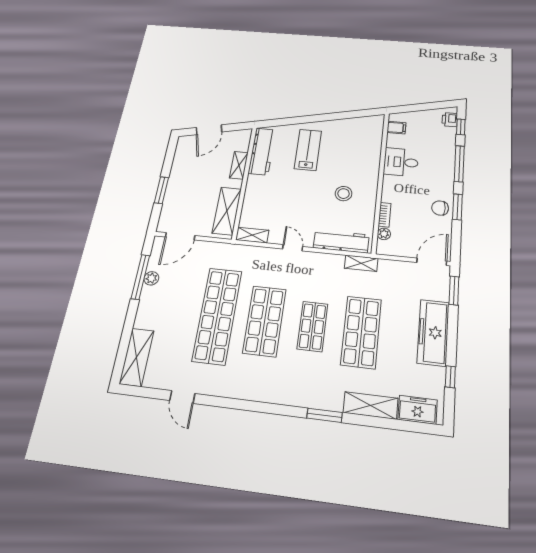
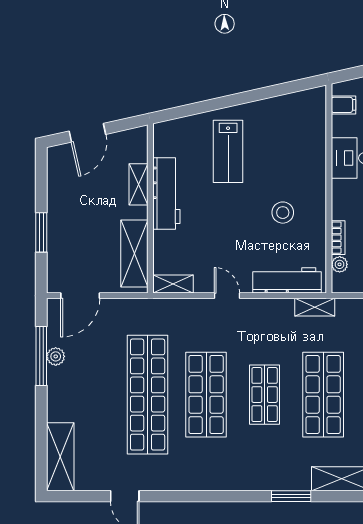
lab bench: (308, 150) -> (228, 151), turned 180
workbench: (262, 151) -> (166, 194), moved

